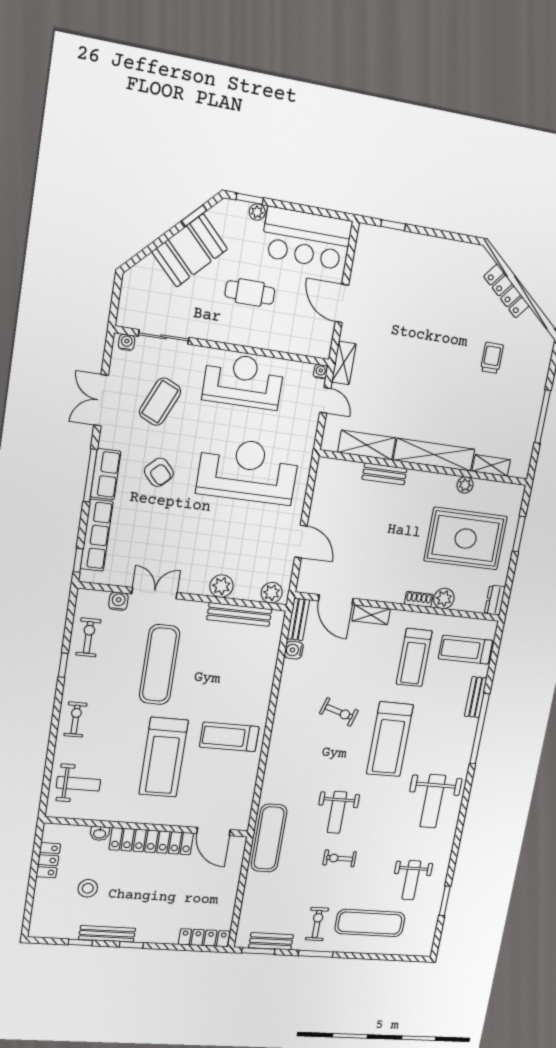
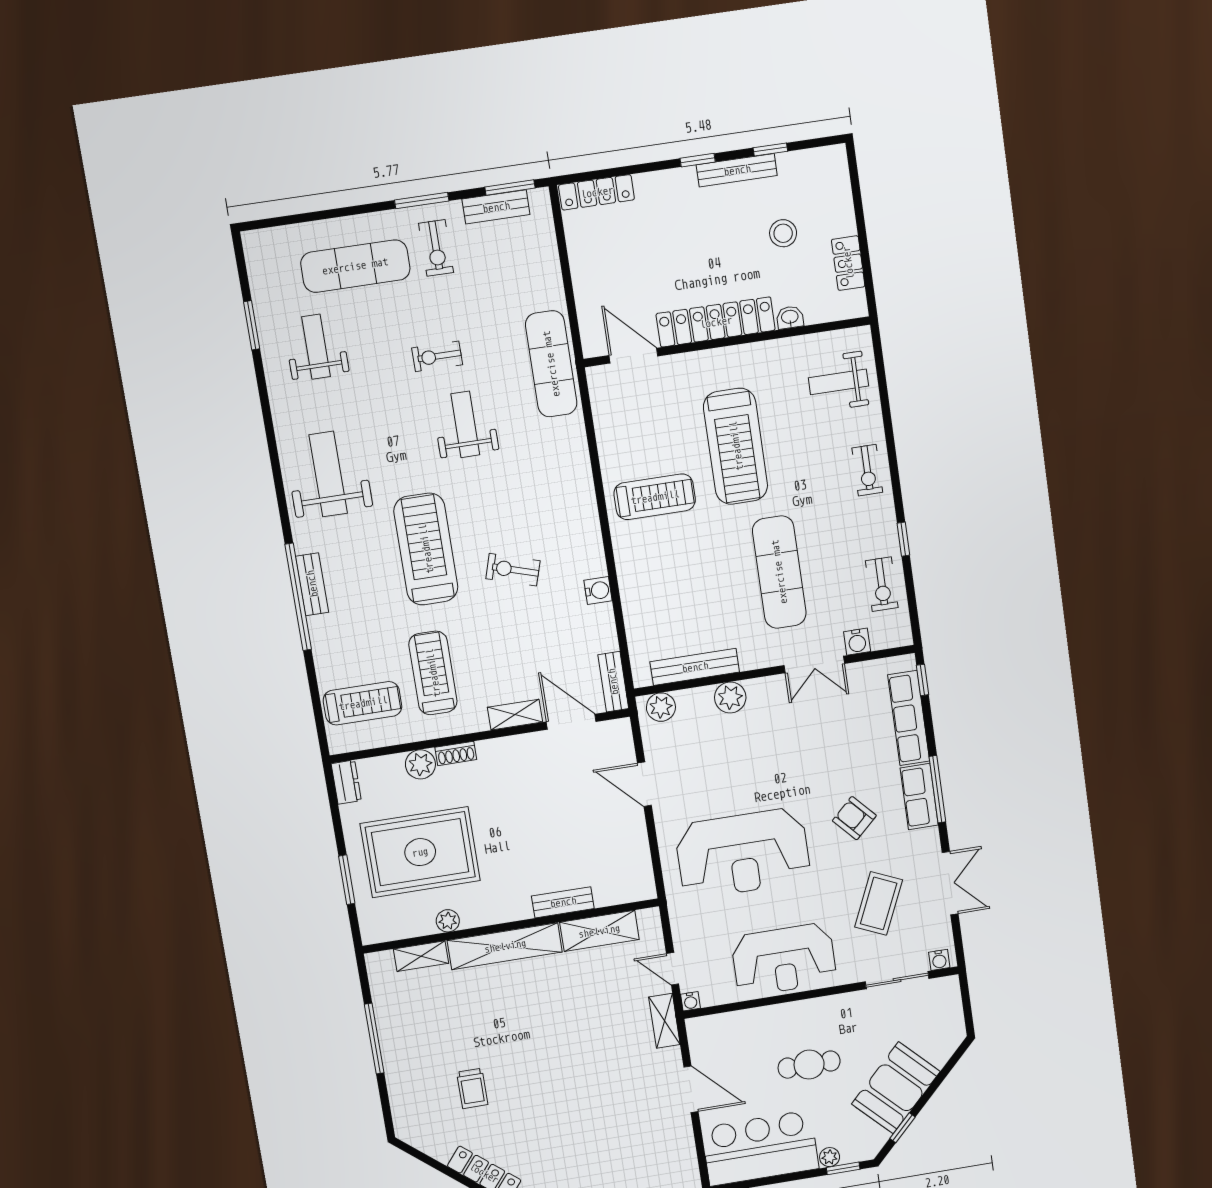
water cooler: (294, 650) -> (598, 590), moved
bench: (476, 697) -> (312, 584), moved
treadmill: (164, 757) -> (736, 446), turned 180
exercise bike: (340, 858) -> (437, 356), turned 180

